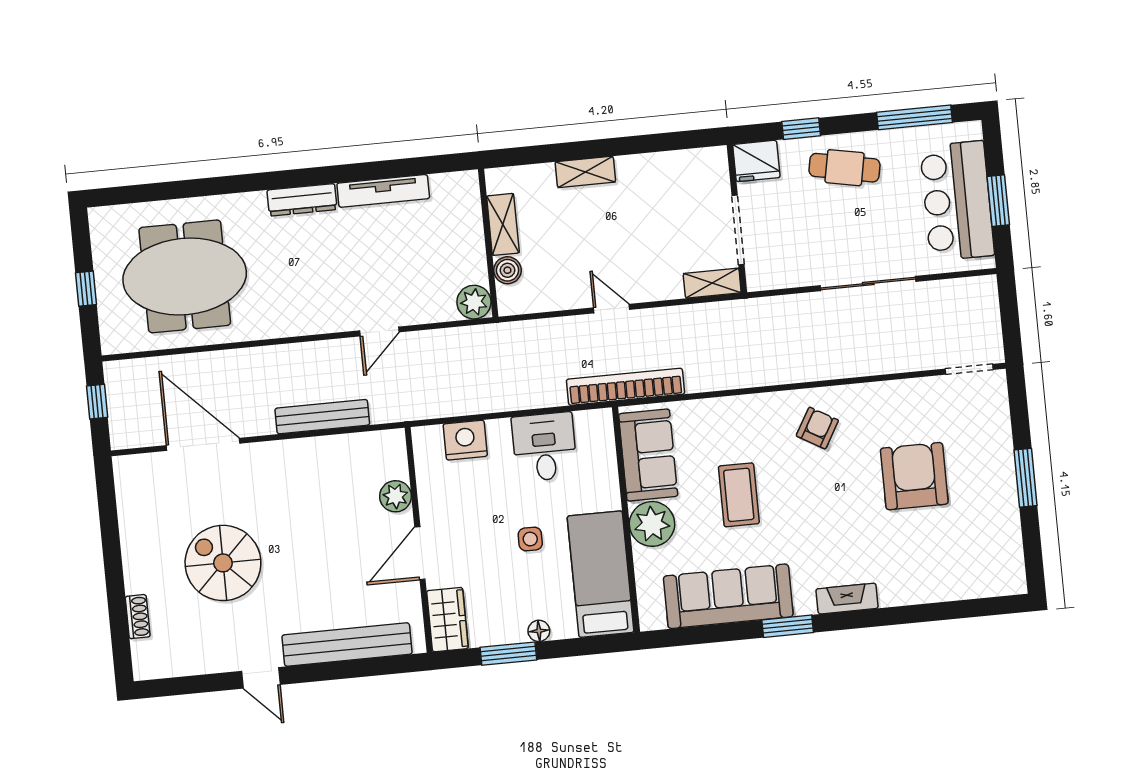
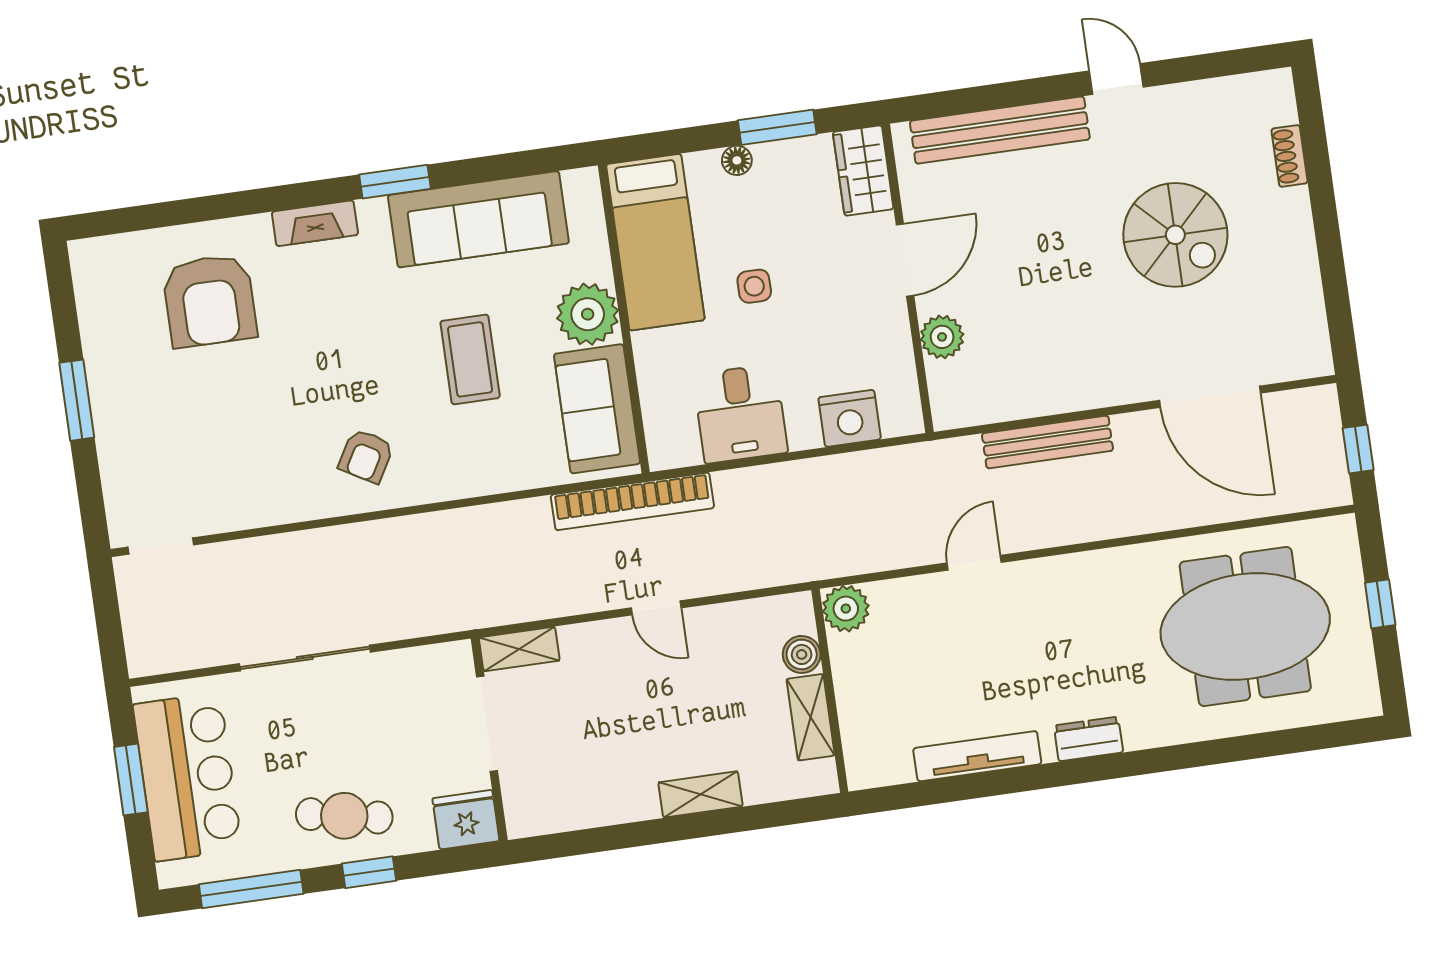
window: (801, 129) -> (369, 872), moved
dresser: (302, 200) -> (1088, 739), width x0.70
armchair: (914, 476) -> (210, 301), moved

